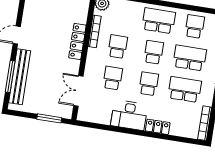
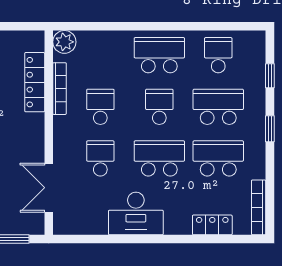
locker: (77, 41) -> (35, 82), moved
school desk: (149, 84) -> (159, 158), width x1.85
locker: (158, 127) -> (212, 225), moved

